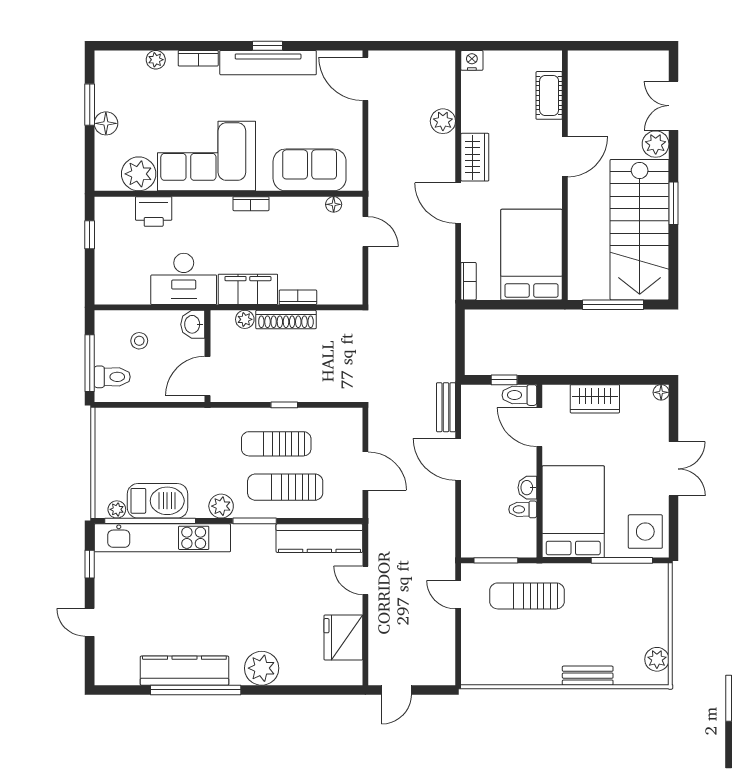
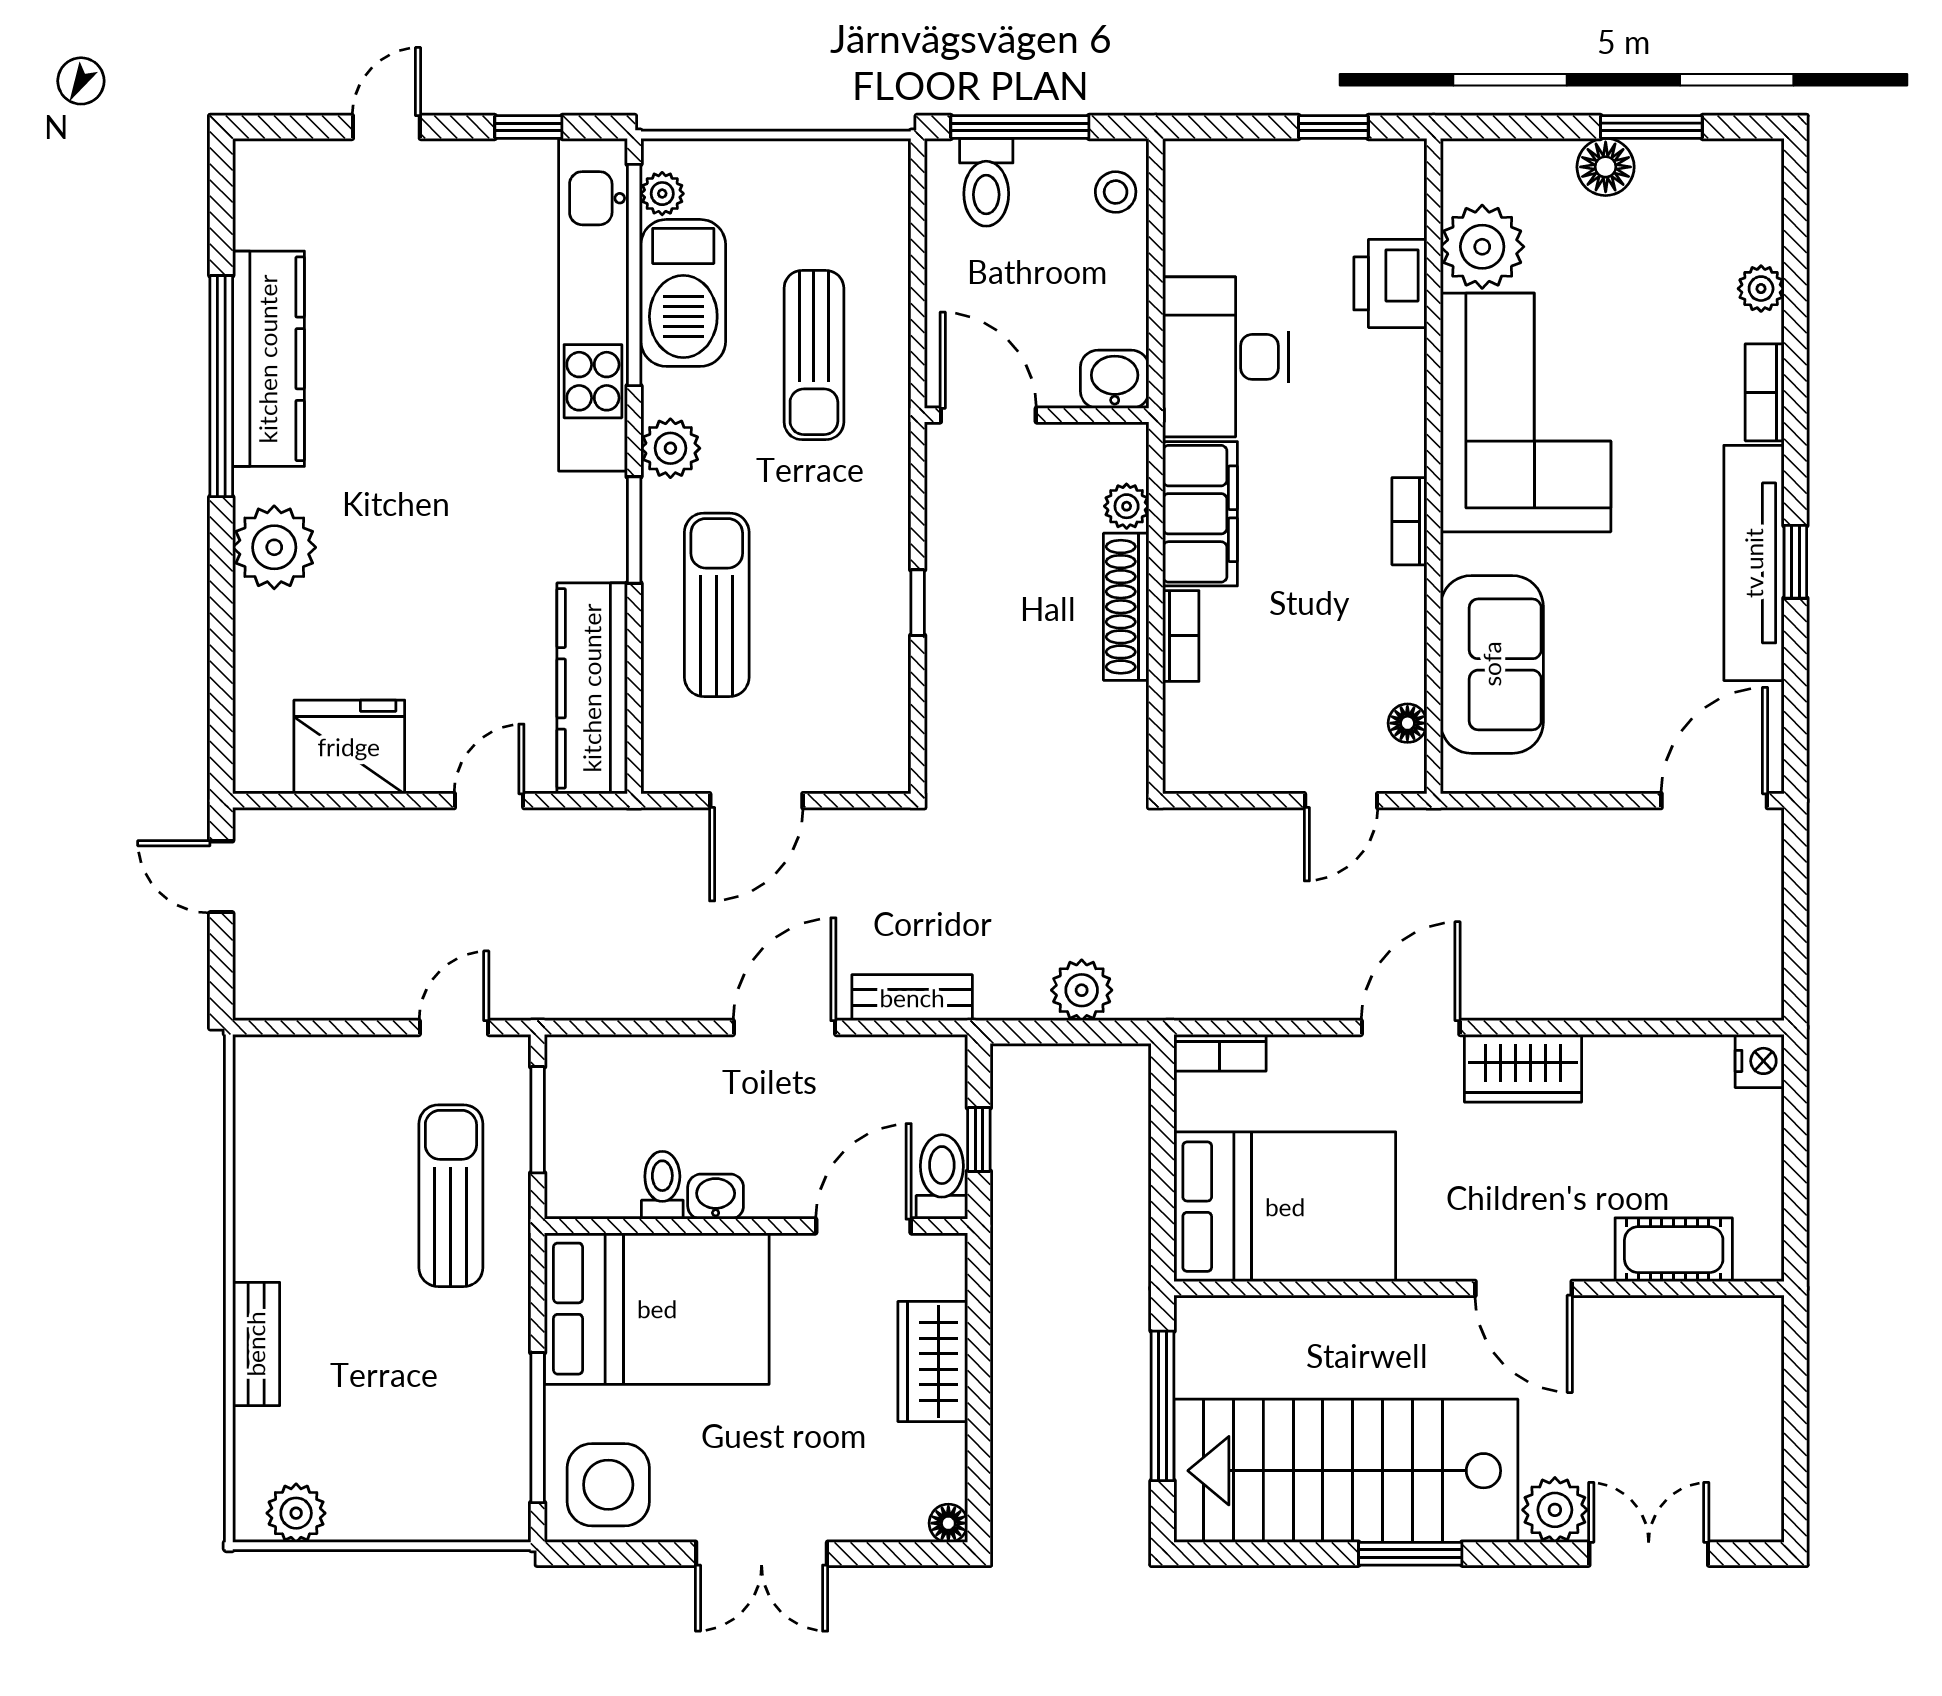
plant: (443, 121) -> (1082, 990), moved
stool: (139, 341) -> (1116, 192), moved
sun lounger: (276, 444) -> (814, 355), moved, turned 180

